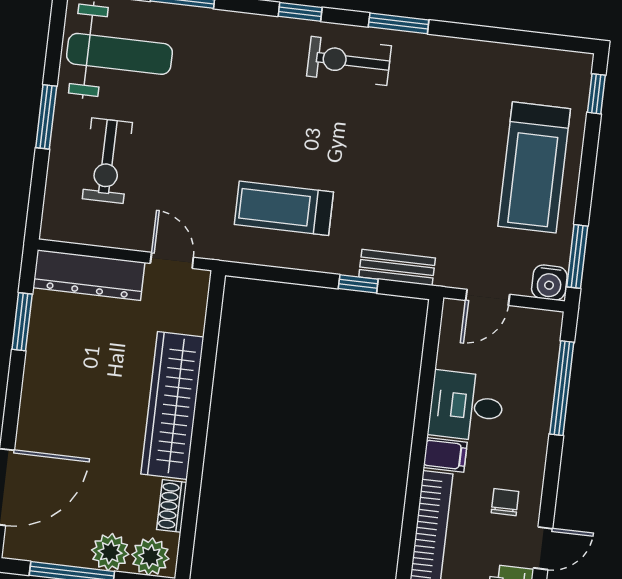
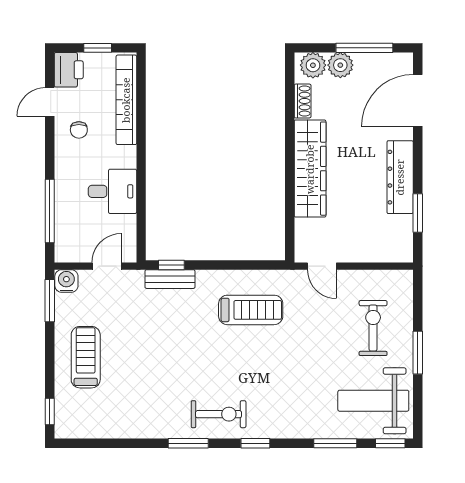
treadmill: (534, 167) -> (86, 357), width x0.73, depth x0.73
dresser: (89, 275) -> (400, 177), moved, turned -90
window: (358, 284) -> (171, 265), moved
filing cabinet: (445, 455) -> (123, 157), removed

